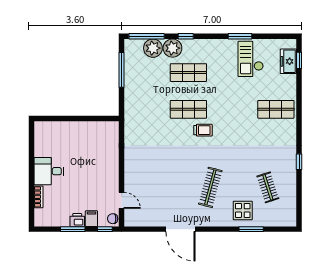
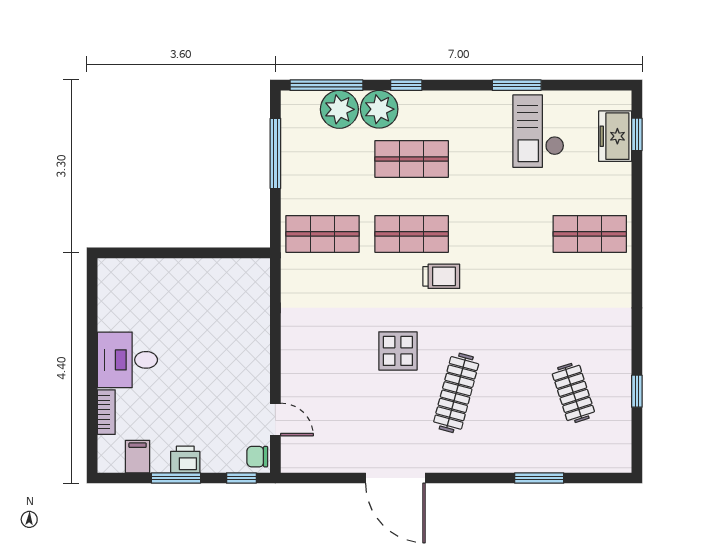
shop shelf: (145, 109) -> (323, 234), added
window: (299, 162) -> (637, 391), moved
display table: (243, 210) -> (398, 351), moved
filing cabinet: (91, 219) -> (138, 457), moved

